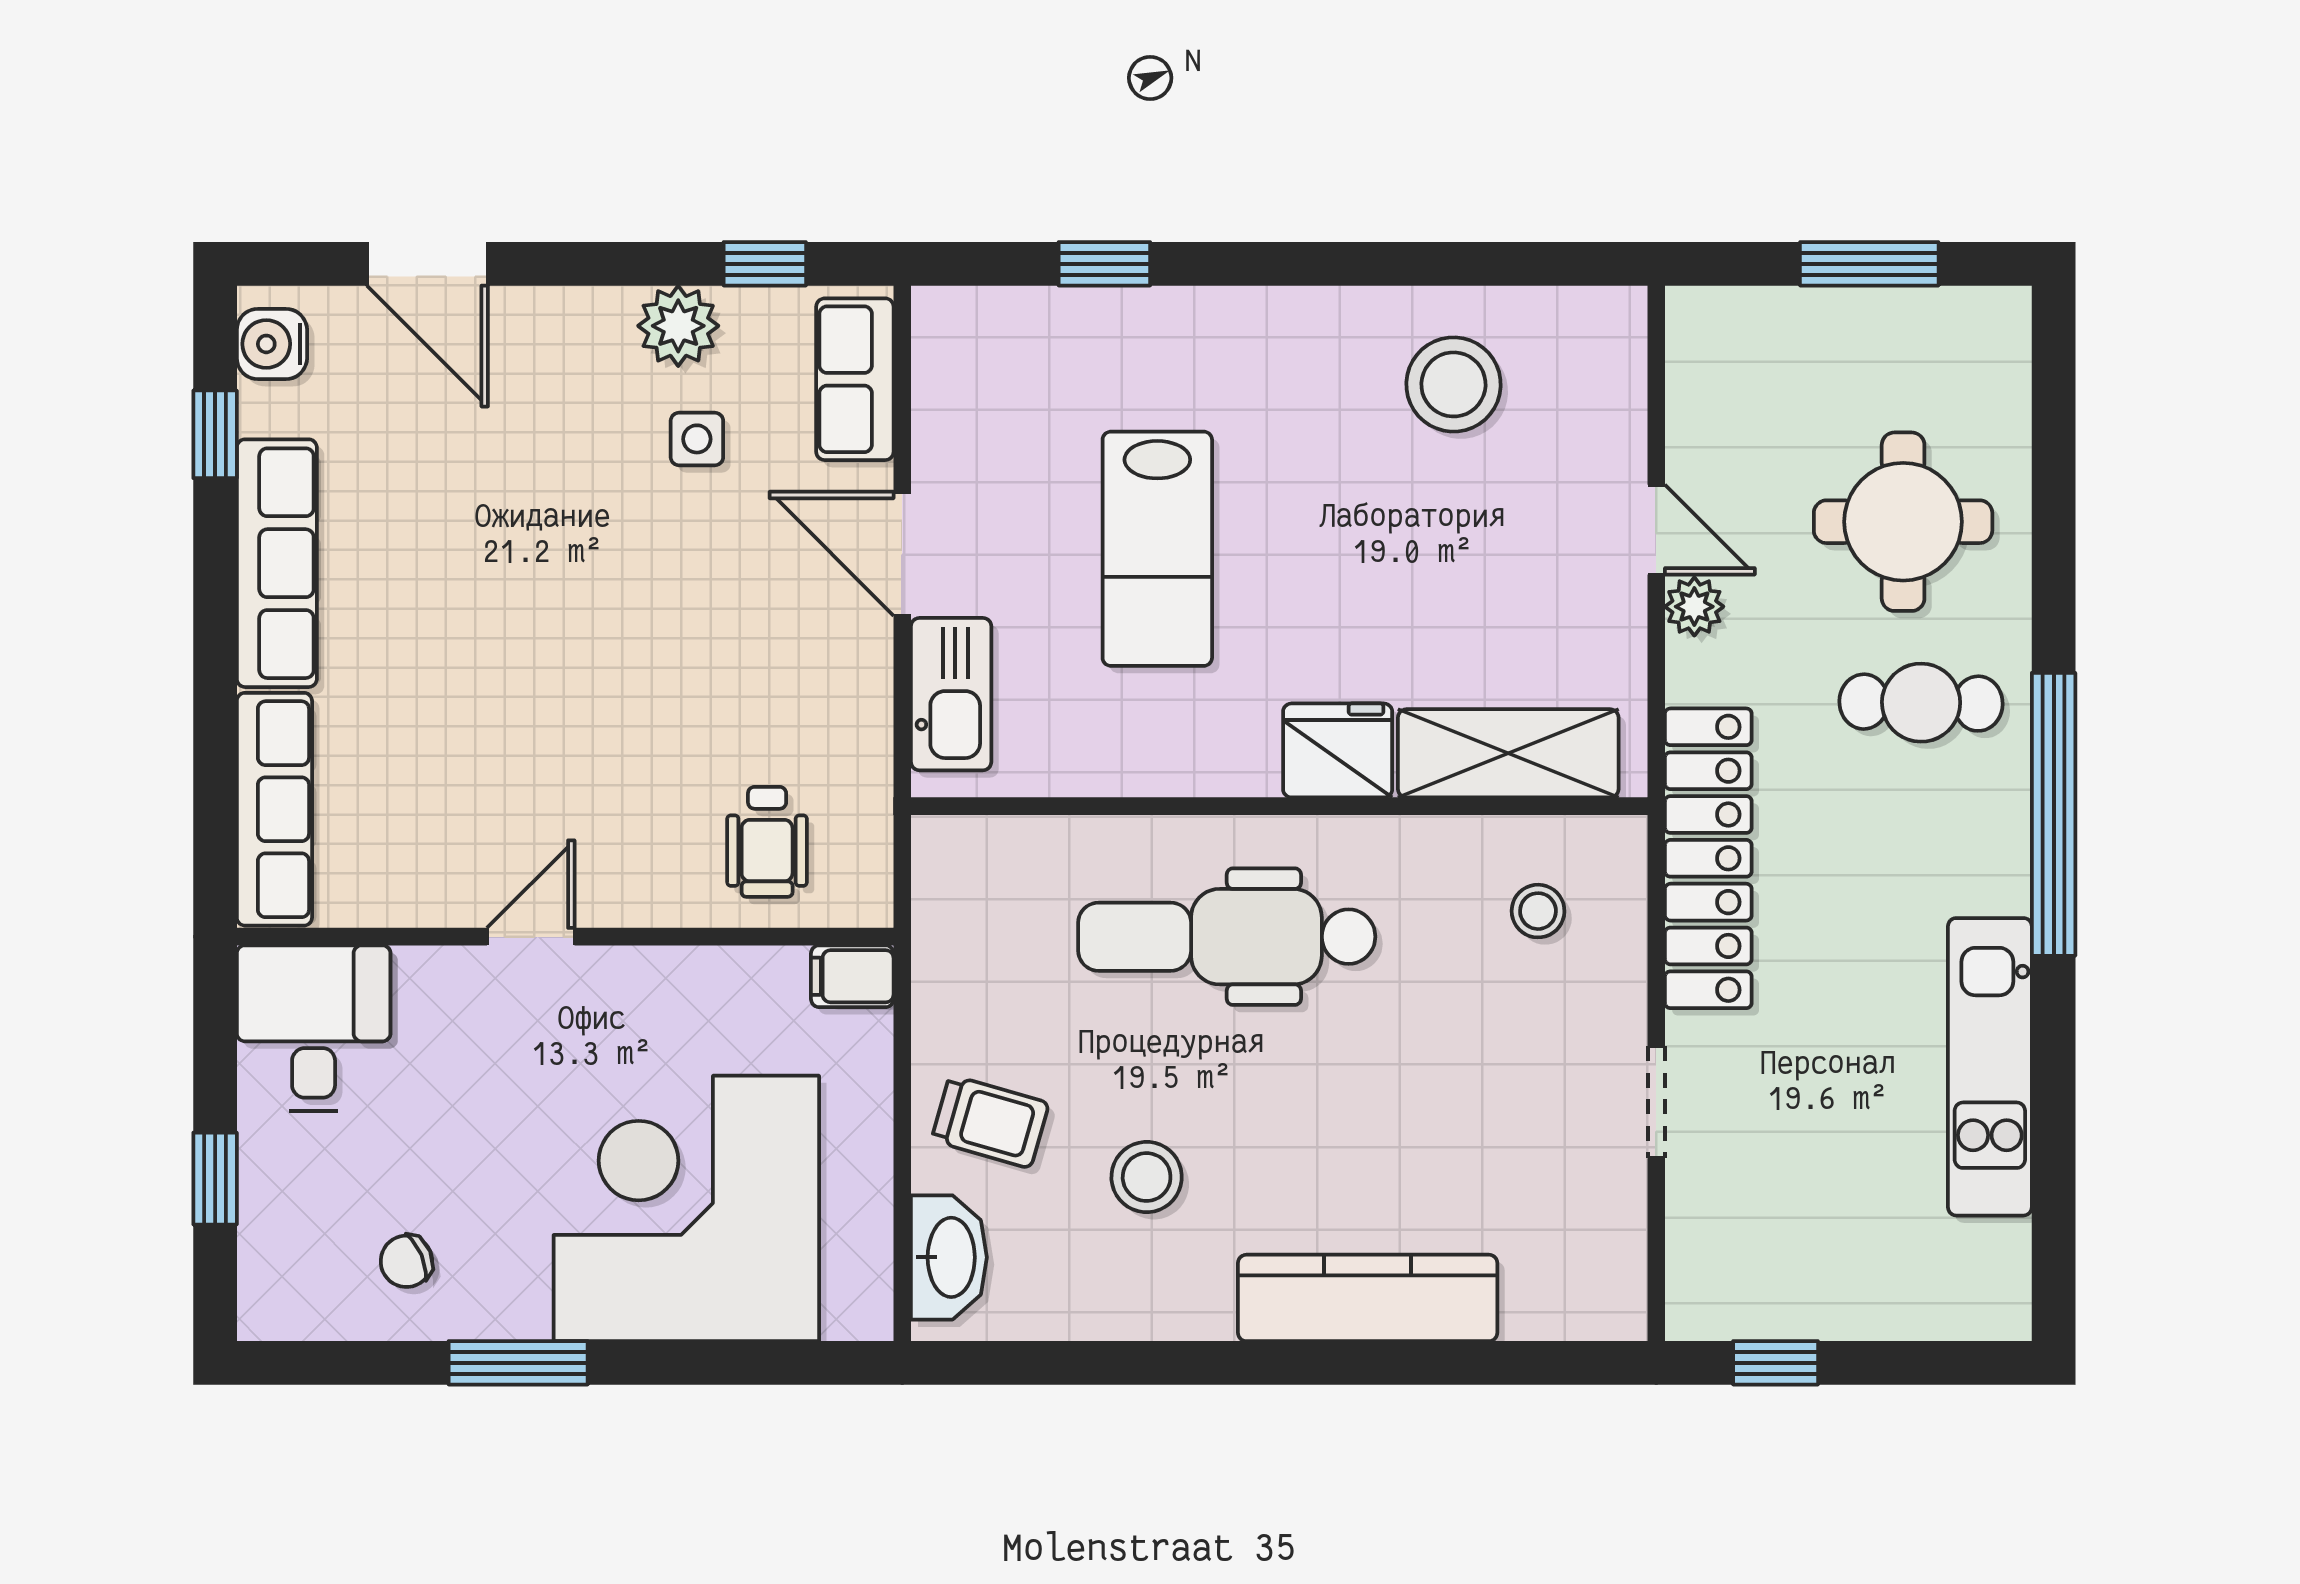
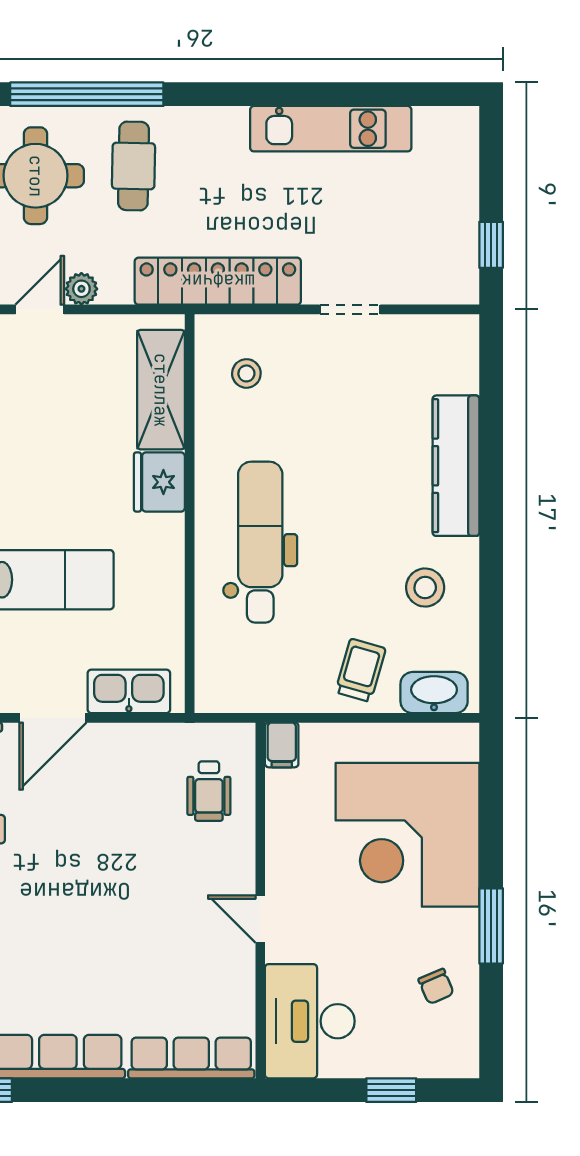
window: (2054, 814) -> (87, 94), moved
wheelchair: (767, 842) -> (209, 791), turned 90
dental chair: (1227, 937) -> (260, 542), turned 180
desk: (314, 1028) -> (310, 1021), width x1.37
stool: (1147, 1177) -> (425, 588), moved

